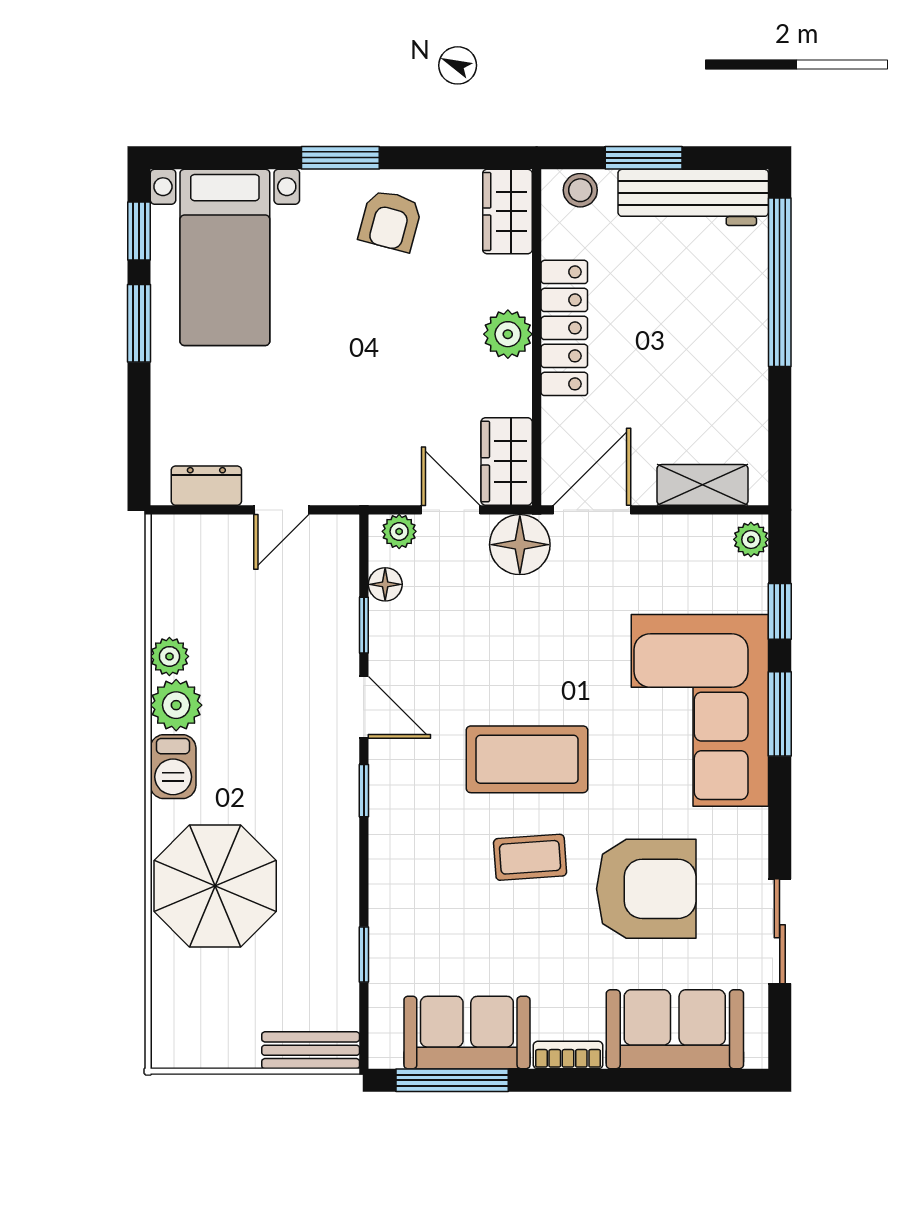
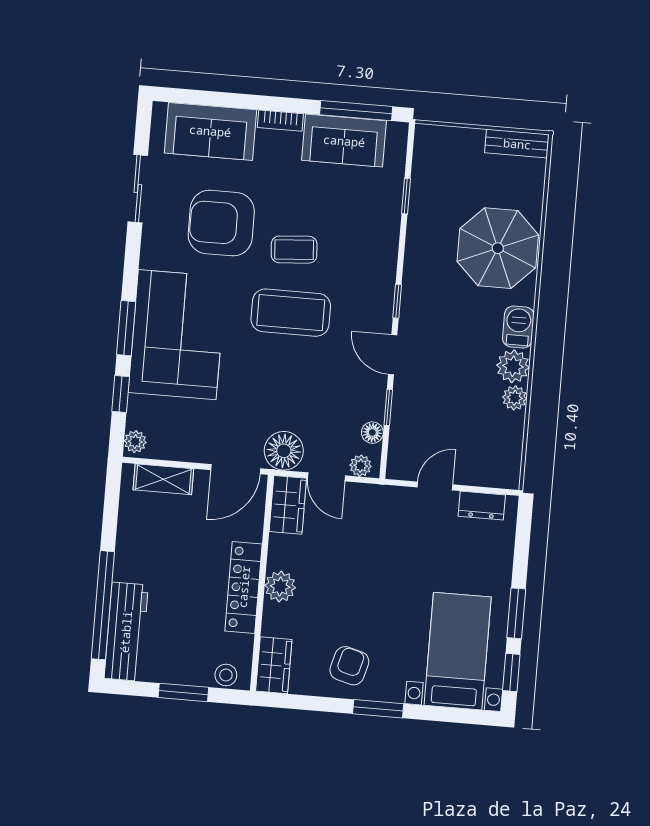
workbench: (693, 197) -> (126, 632), moved, turned 90
bench: (311, 1050) -> (517, 144), moved

